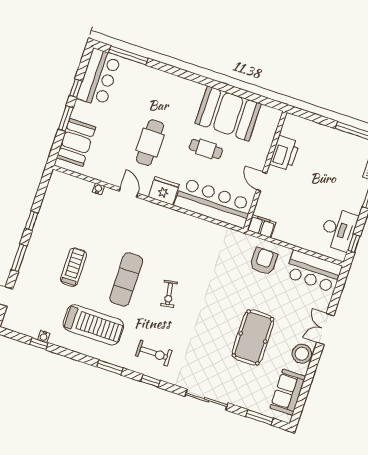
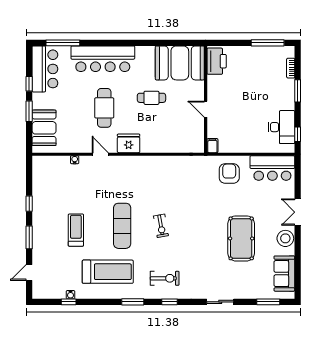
booth: (228, 114) -> (180, 63), moved
printer: (284, 153) -> (217, 61), moved
bar counter: (213, 203) -> (103, 59), moved, turned 180
filing cabinet: (261, 226) -> (212, 146), width x0.50
sliding door: (206, 400) -> (220, 302), width x0.73

